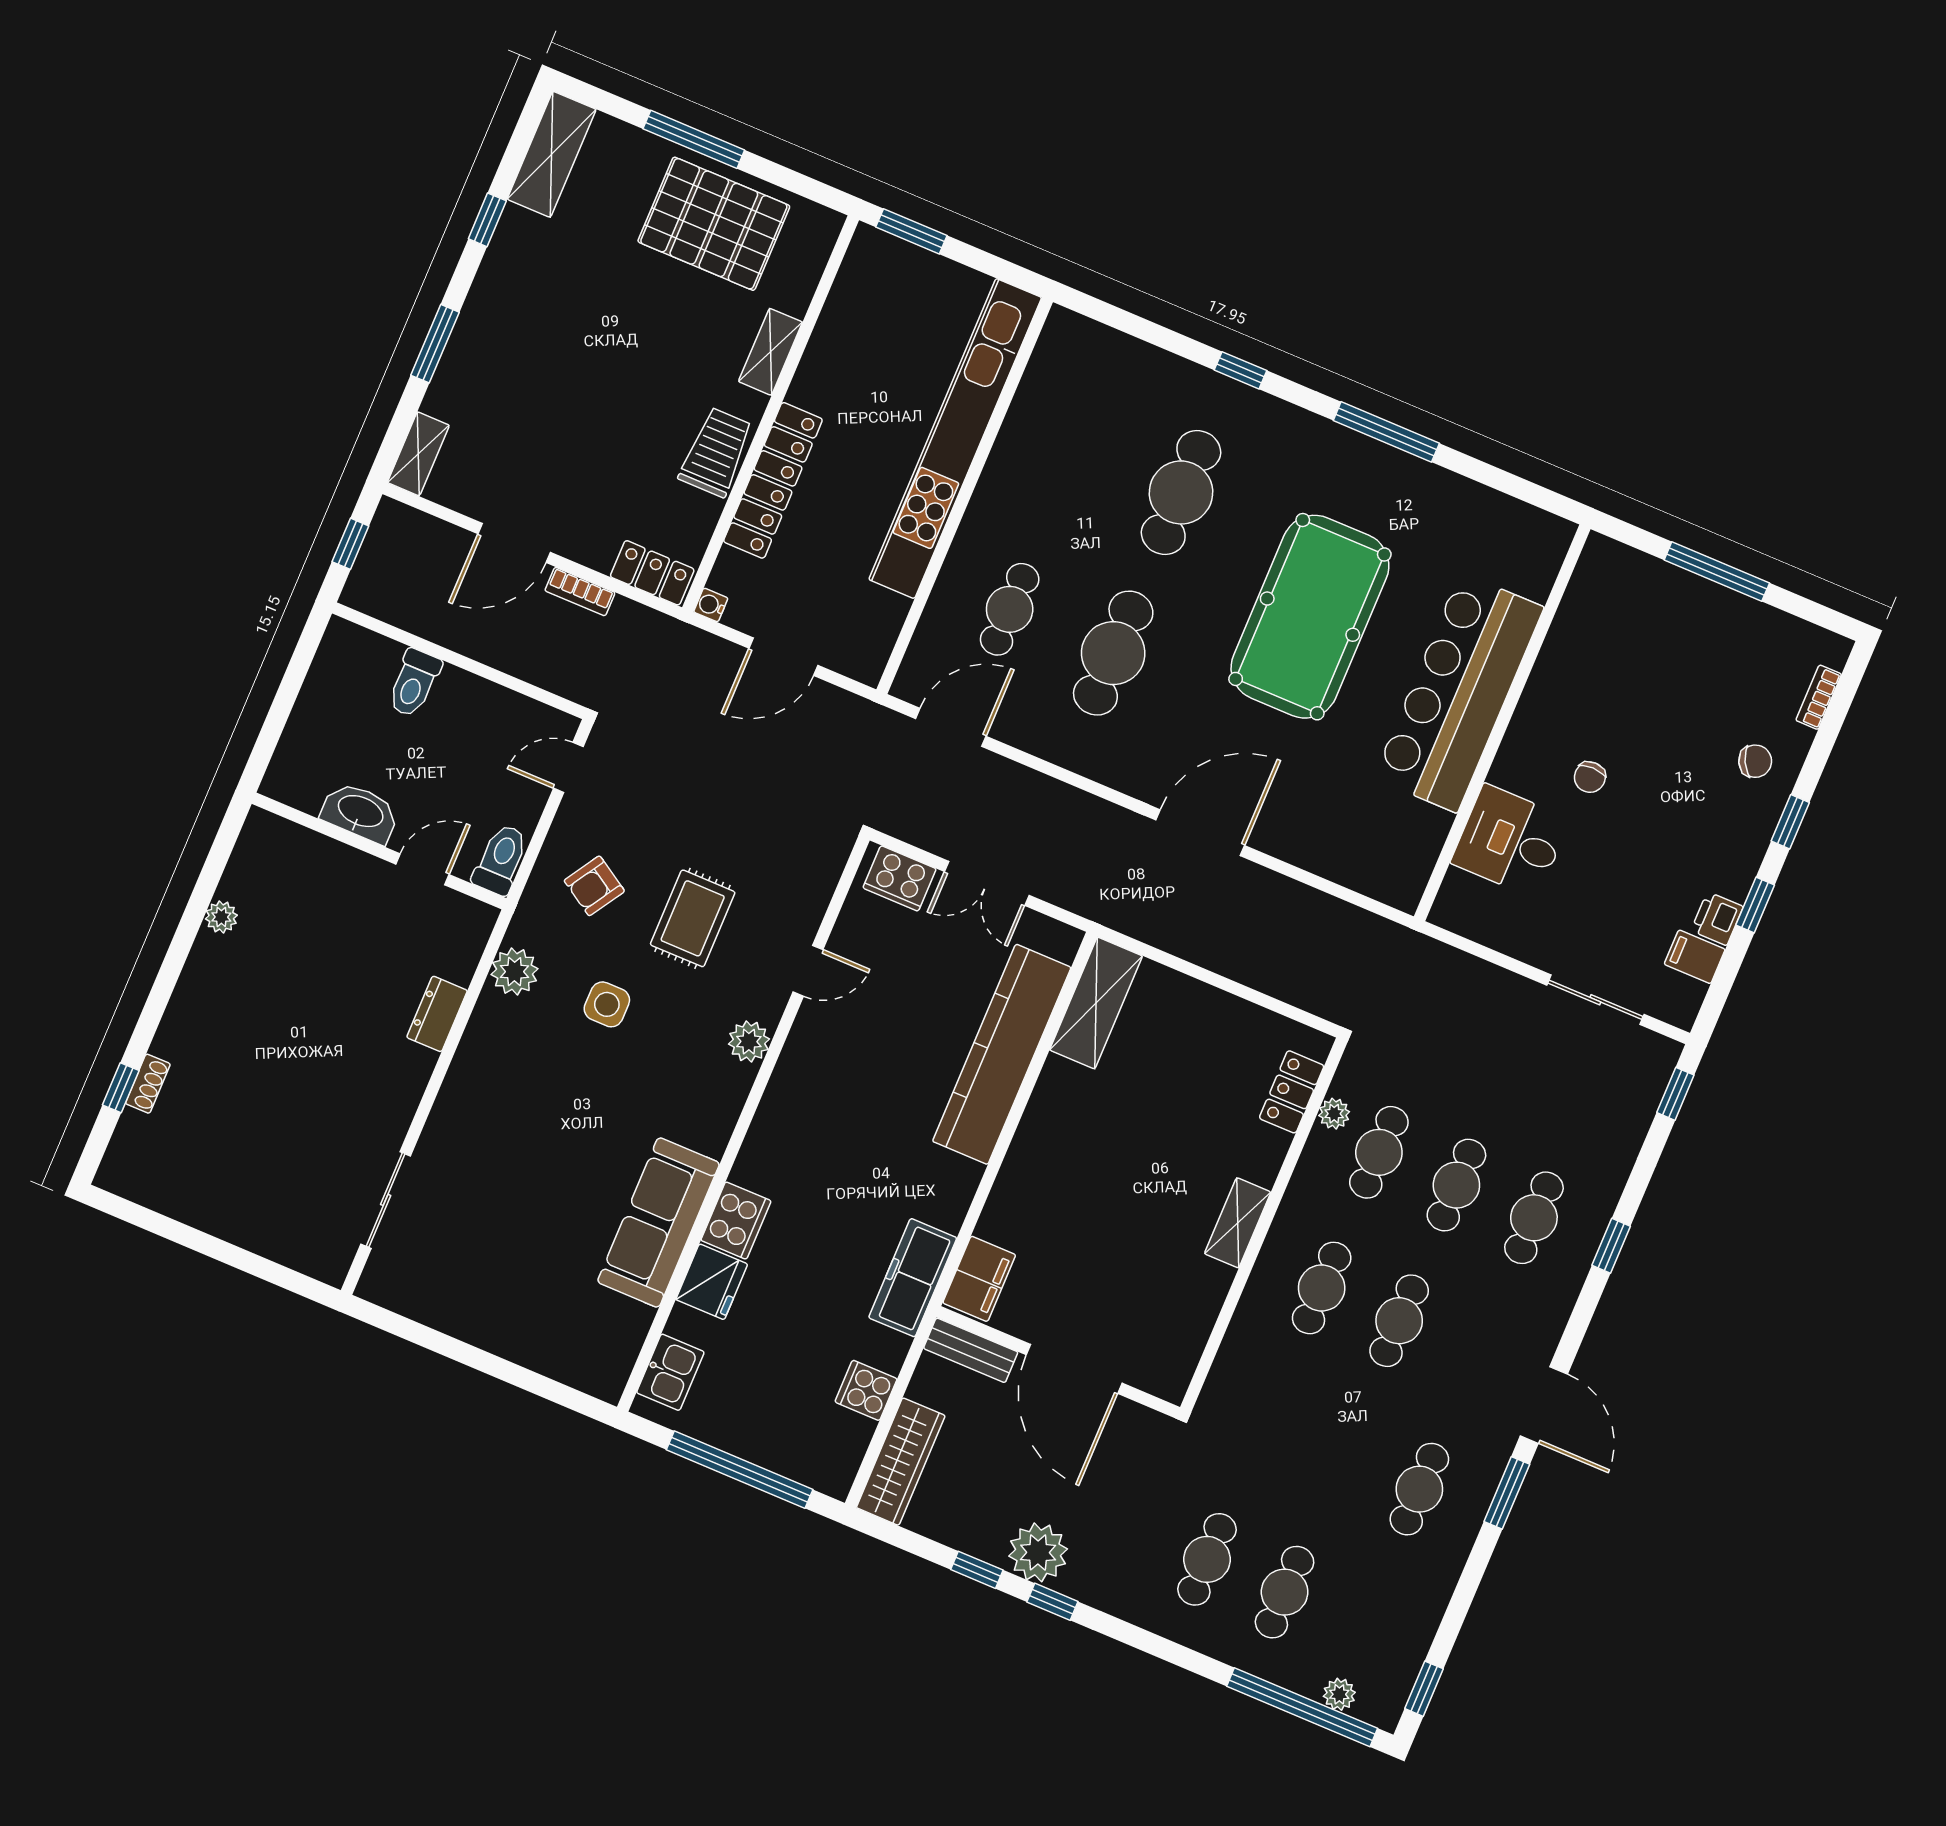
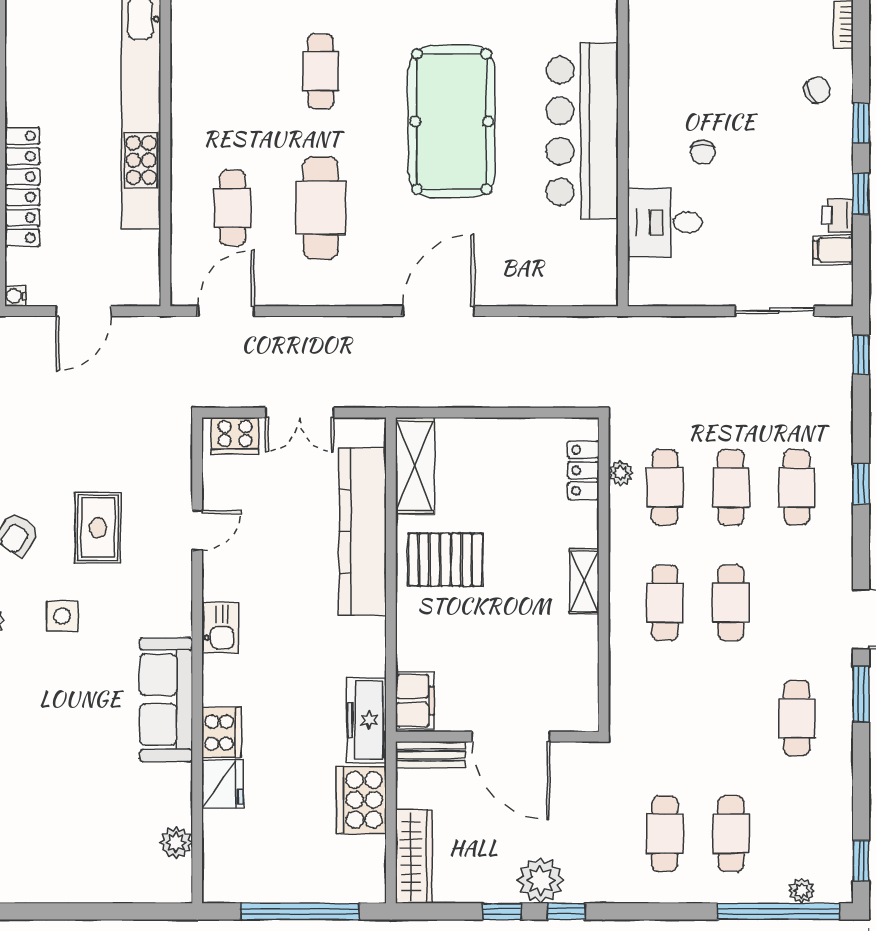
cafe table: (1181, 492) -> (321, 71), width x0.73, depth x0.74
plant: (749, 1042) -> (176, 842), moved
pallet: (1085, 1128) -> (445, 560), added
sofa: (658, 1222) -> (166, 700), moved
kitchen sink: (670, 1372) -> (220, 627), moved
cooker: (866, 1390) -> (361, 800), width x1.87, depth x1.31

